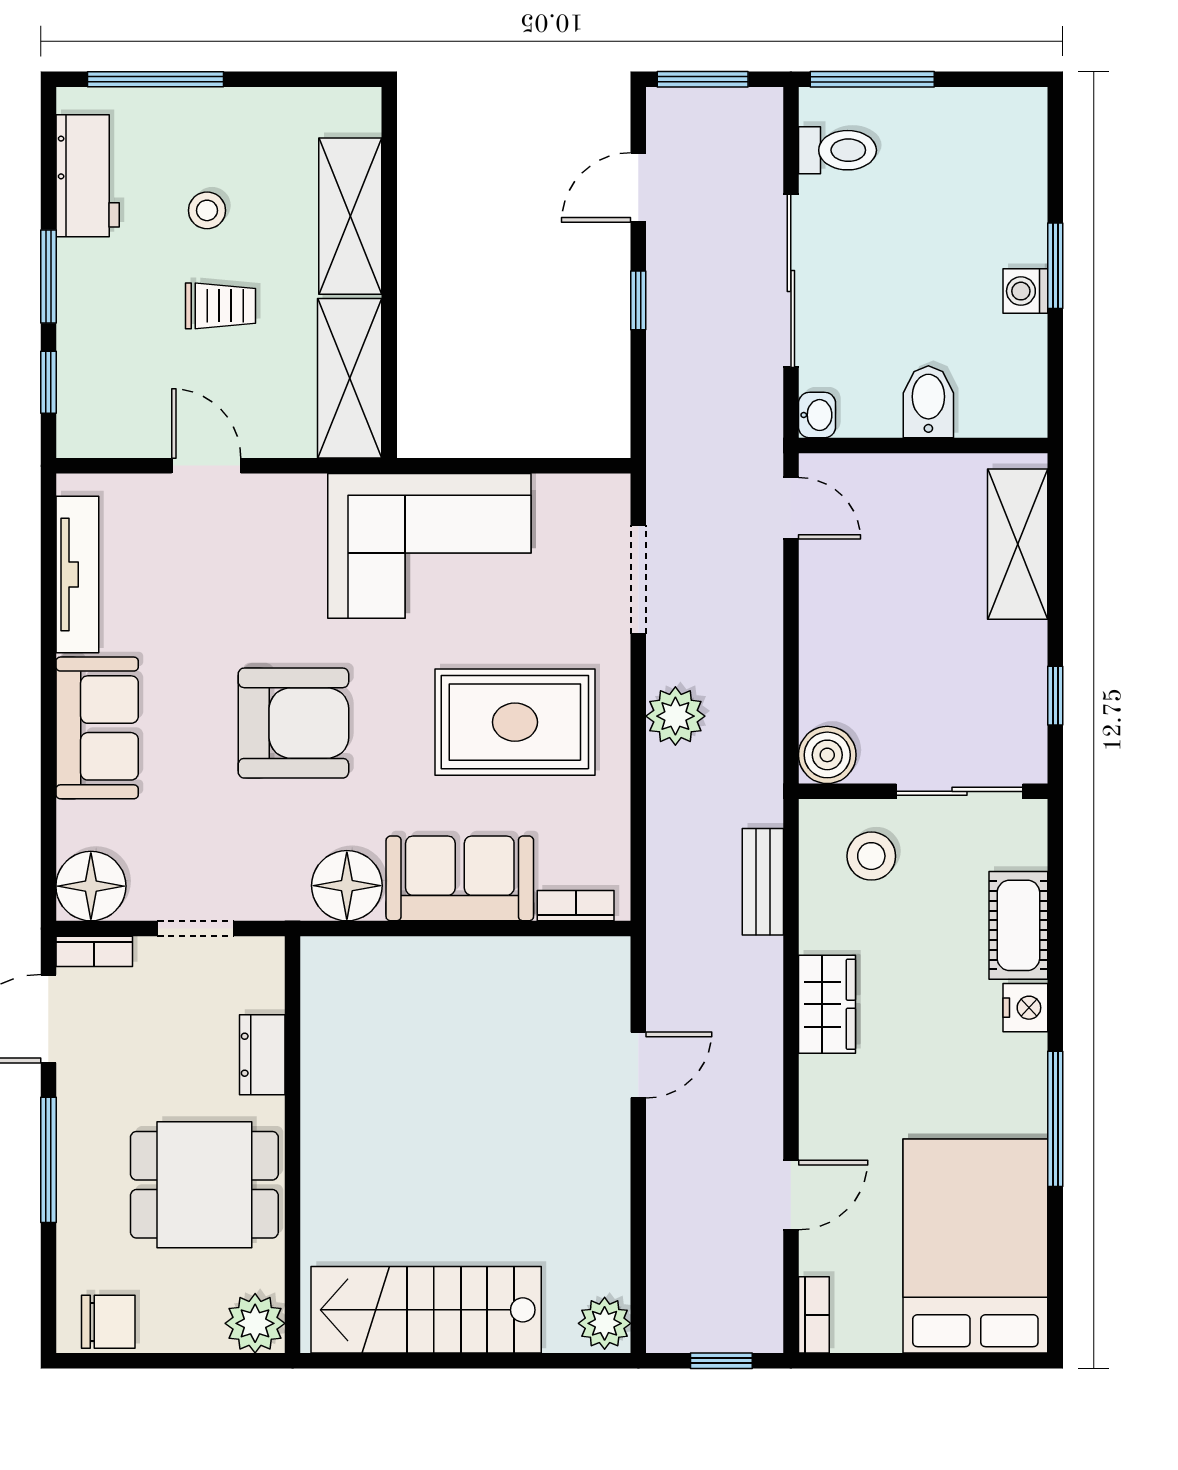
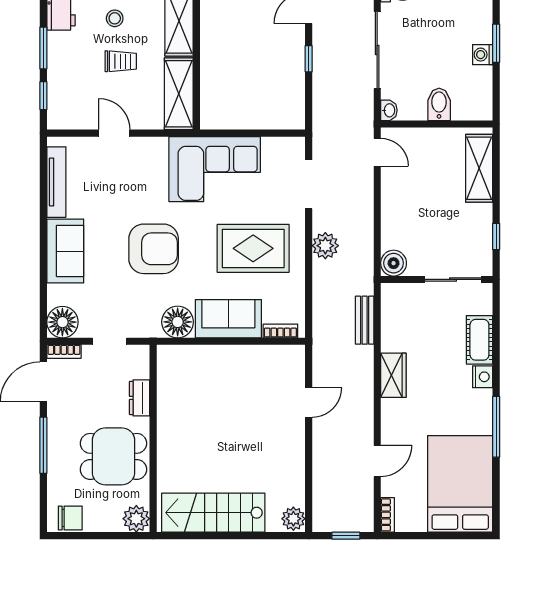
stool: (871, 856) -> (413, 309), removed

